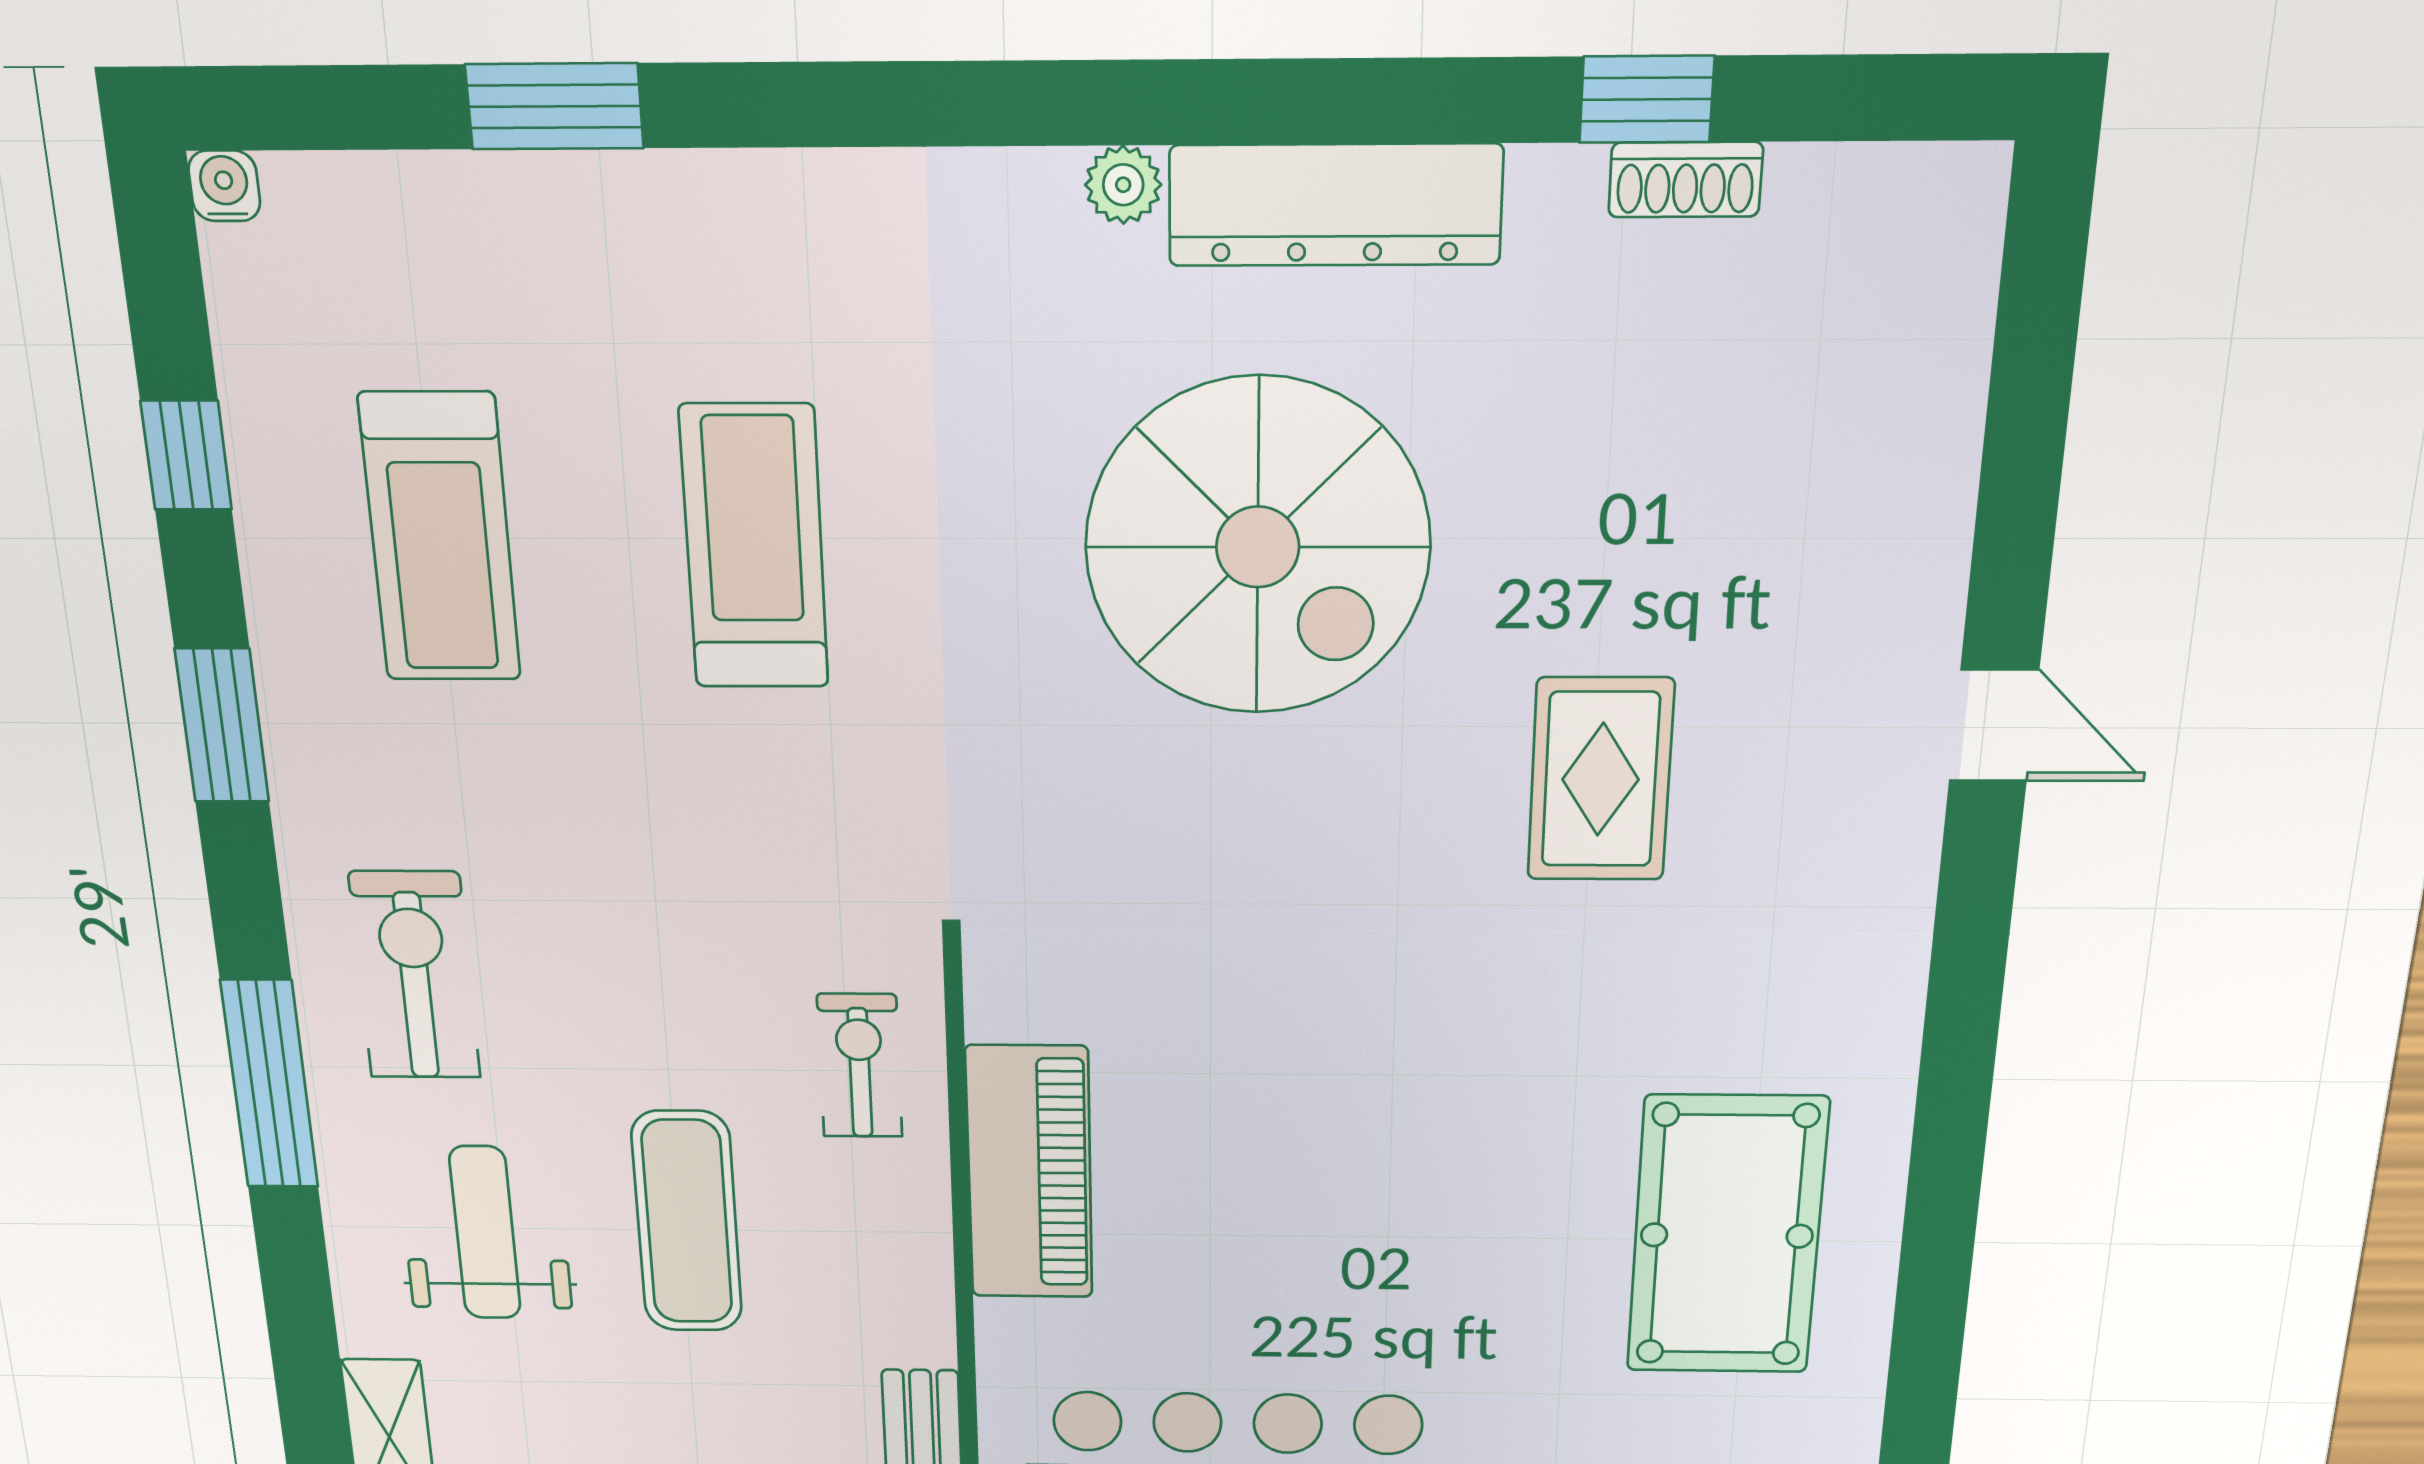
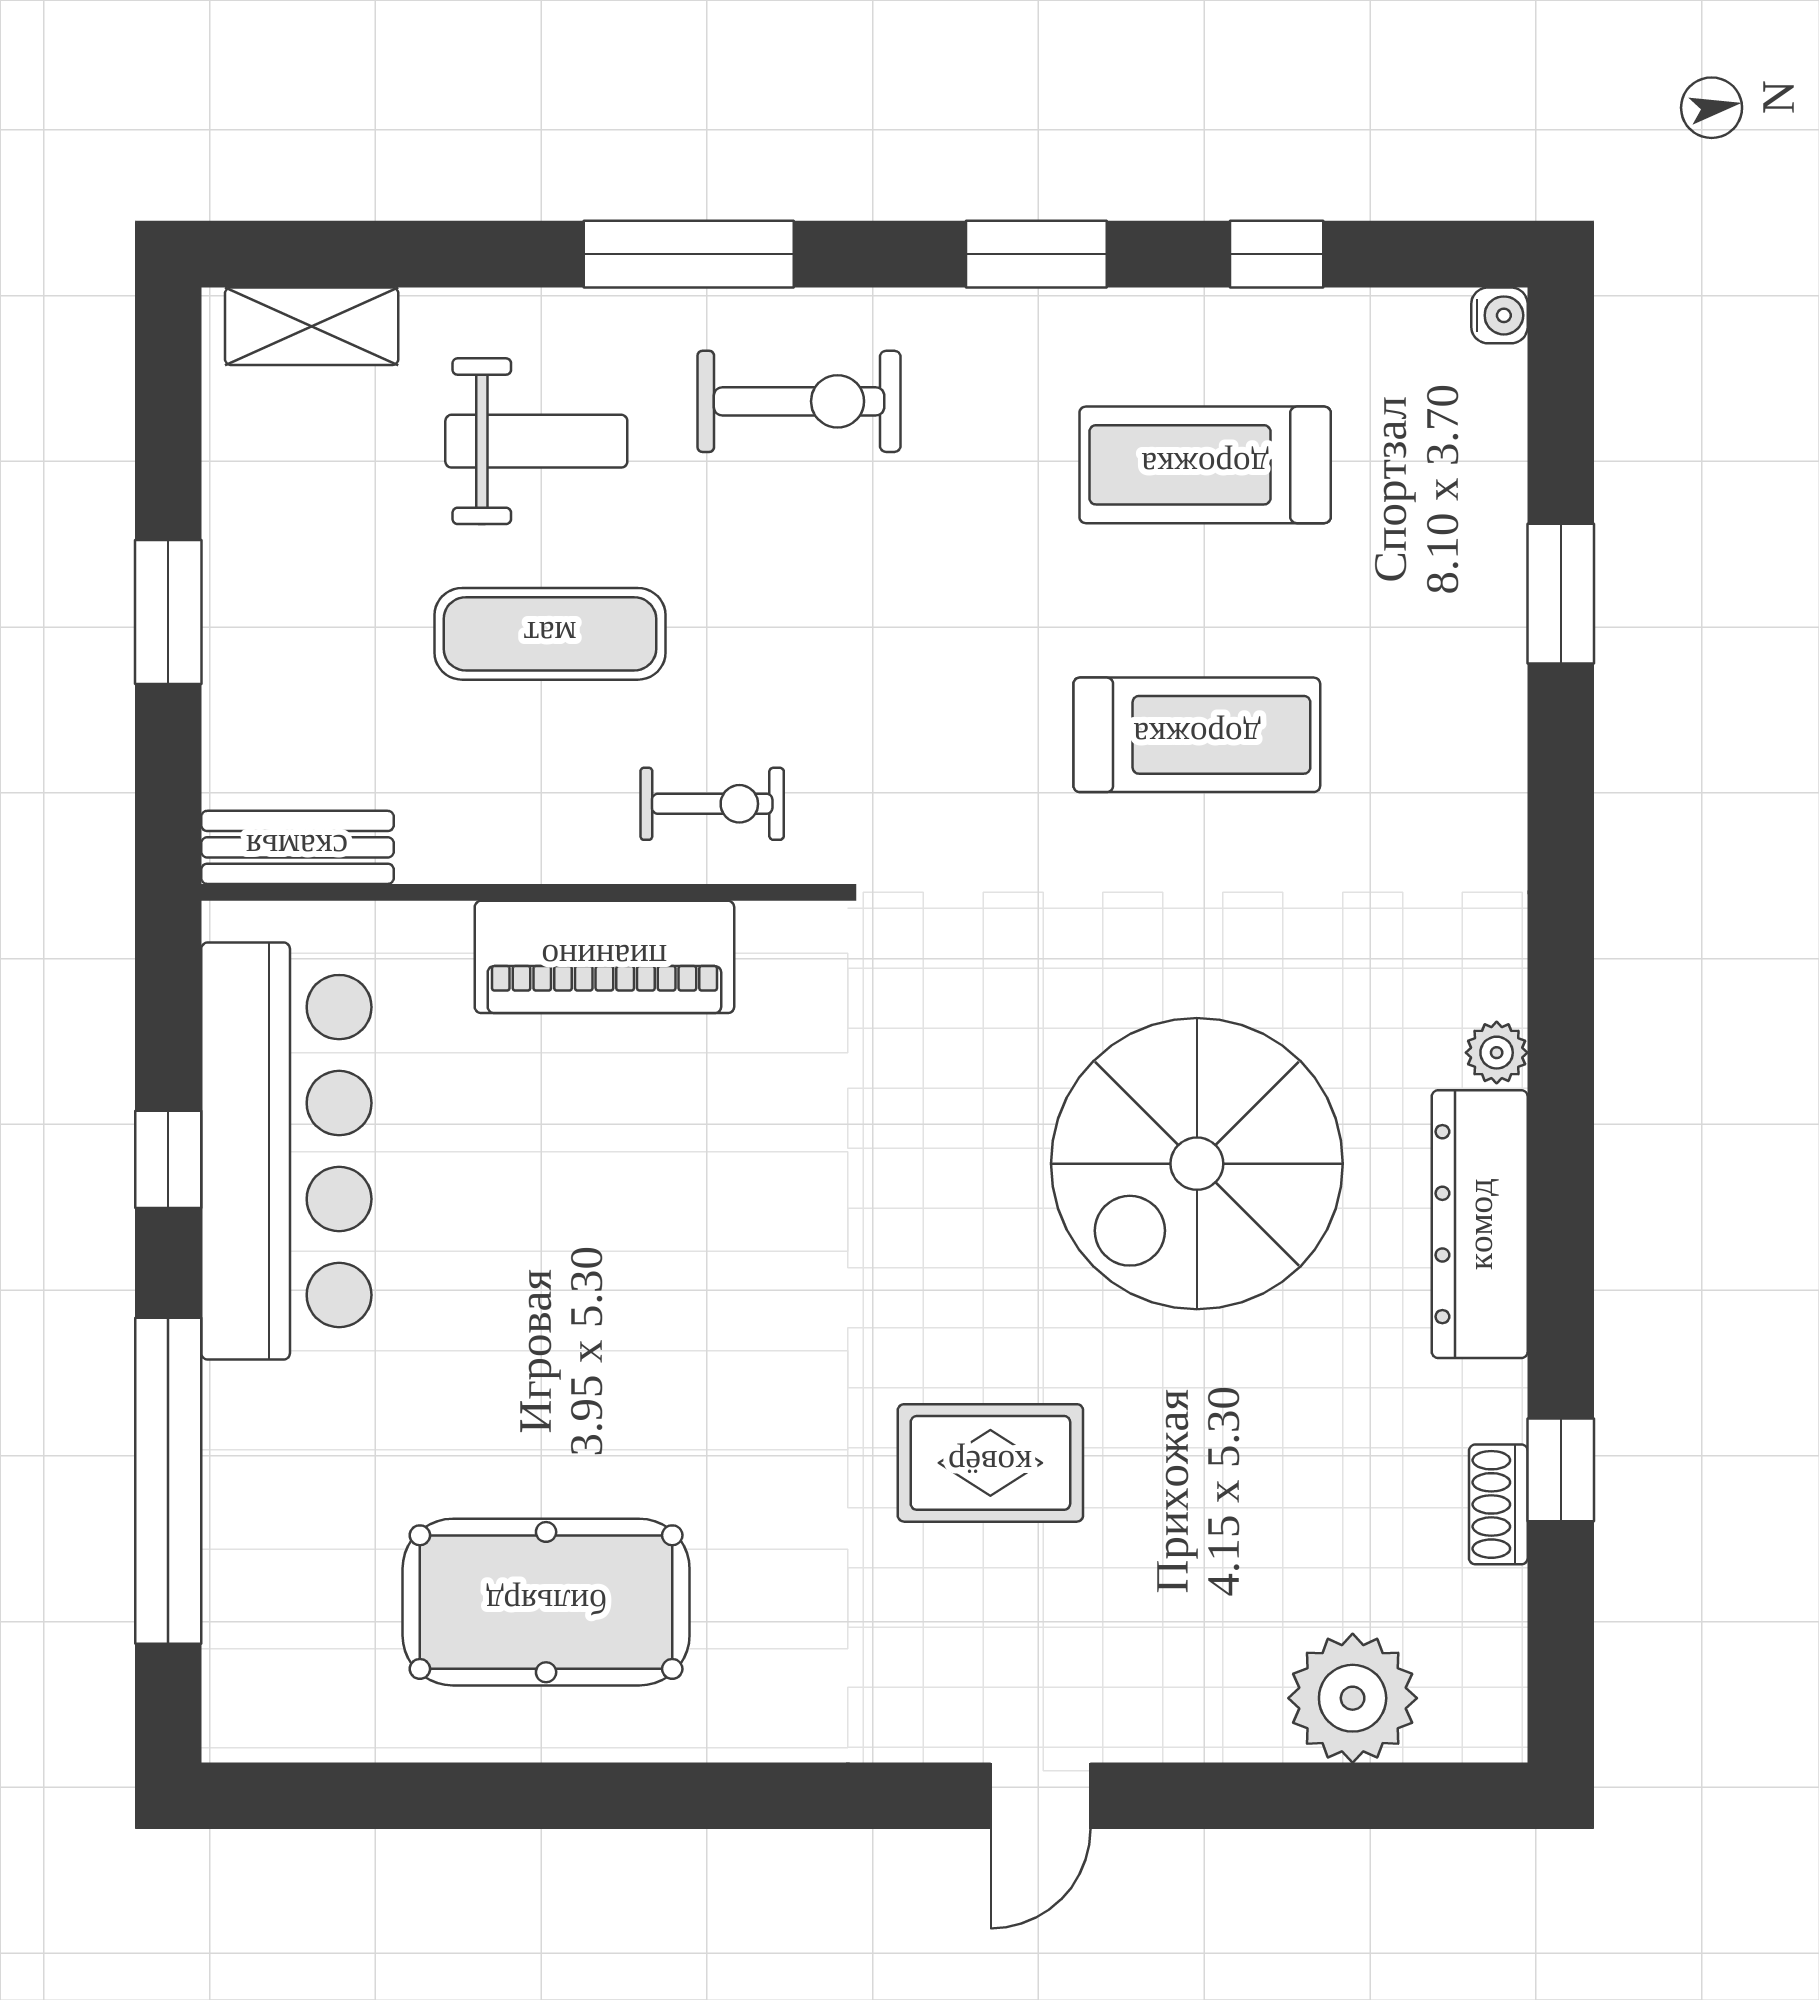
plant: (1913, 361) -> (1353, 1698), added

